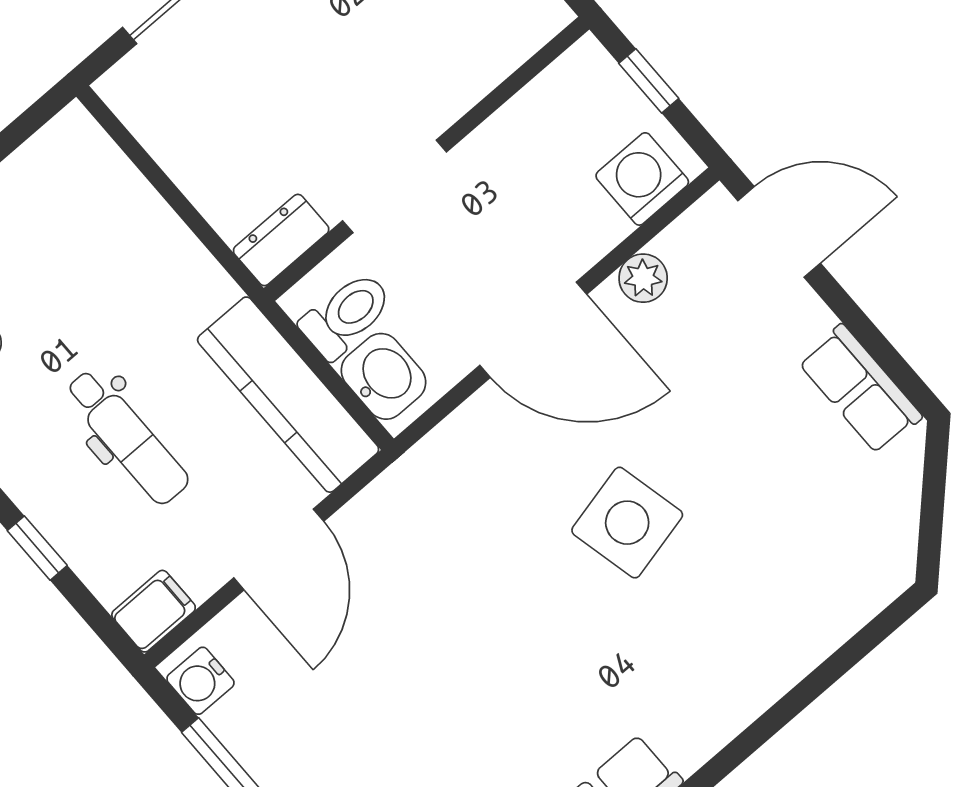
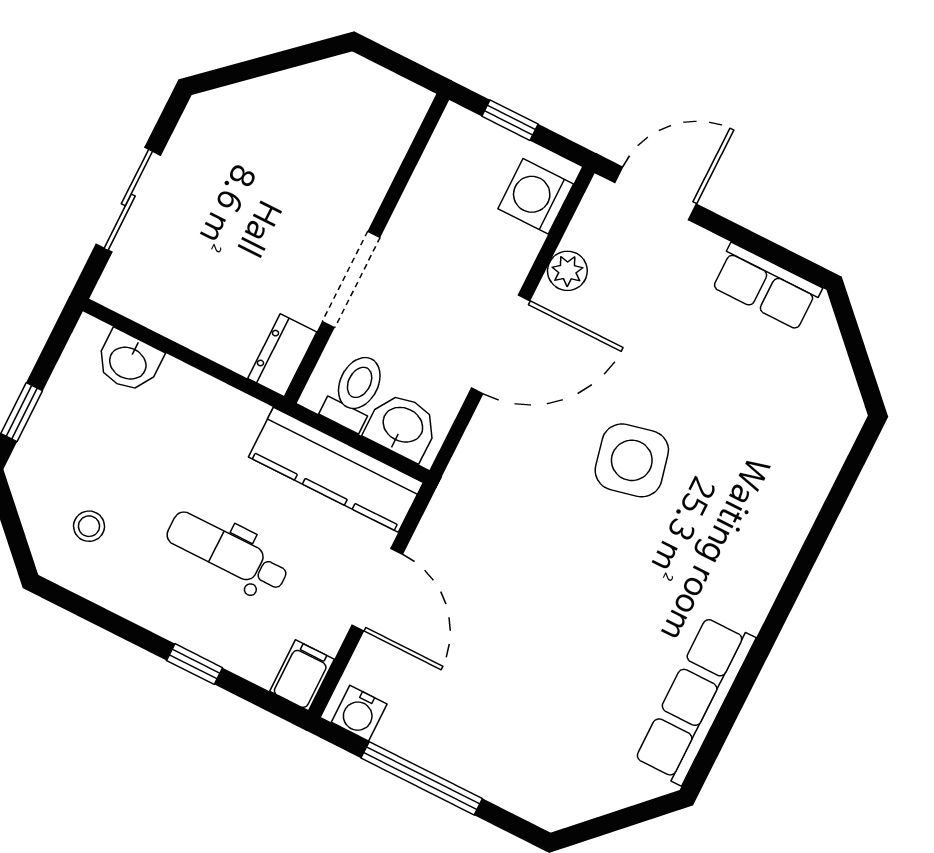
washbasin: (104, 175) -> (128, 362), added
dental chair: (127, 437) -> (227, 552), turned 180

